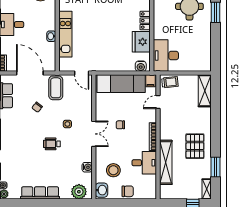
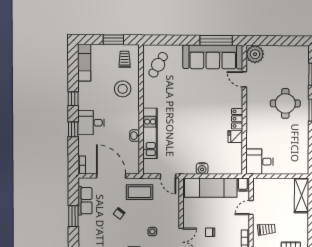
fridge: (141, 42) -> (235, 137), width x0.53, depth x0.75
desk: (166, 56) -> (260, 162), width x0.73
water cooler: (141, 66) -> (202, 168), moved
trolley: (170, 82) -> (266, 229), moved
coffee table: (56, 88) -> (140, 192), turned 90

